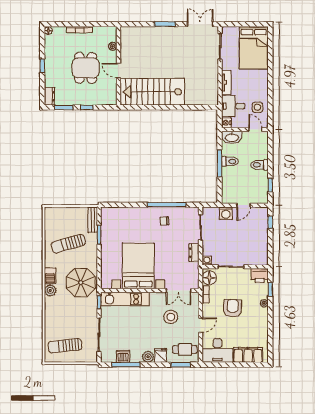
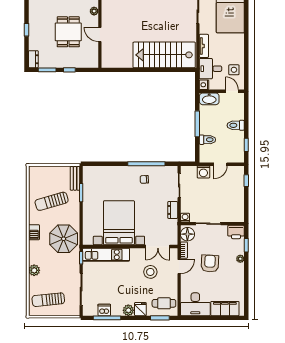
stairs: (152, 92) -> (164, 55), moved
toilet: (230, 161) -> (207, 140), moved
plant: (50, 290) -> (34, 270), moved
door: (201, 325) -> (179, 267), moved

